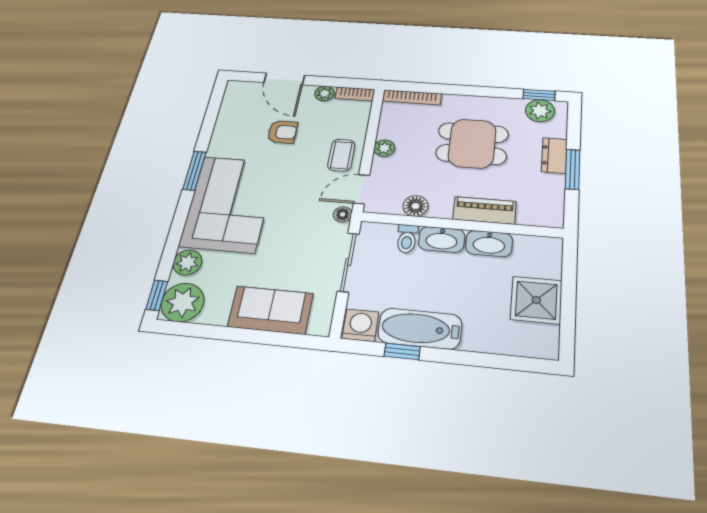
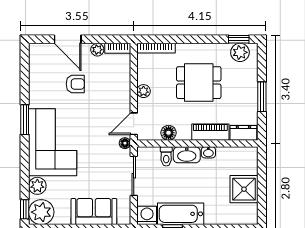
coffee table: (341, 155) -> (117, 99), removed
dresser: (554, 155) -> (243, 133), moved, turned 90
washbasin: (489, 244) -> (208, 152), width x0.52, depth x0.69

